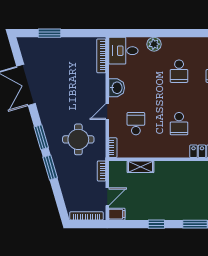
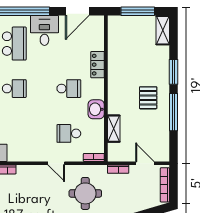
washbasin: (117, 88) -> (96, 109), moved, turned -90
pallet: (170, 200) -> (148, 98), added
filing cabinet: (117, 214) -> (163, 153), removed
window: (156, 224) -> (173, 112), width x2.17

